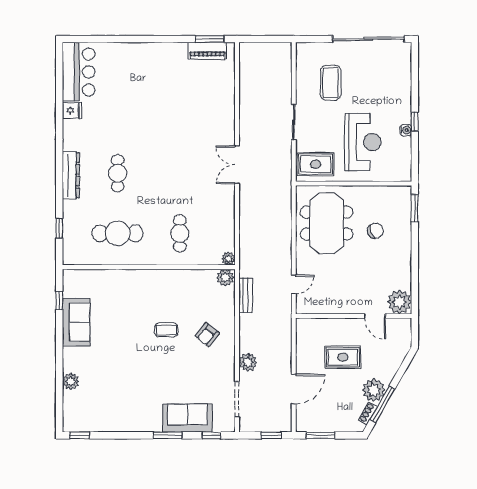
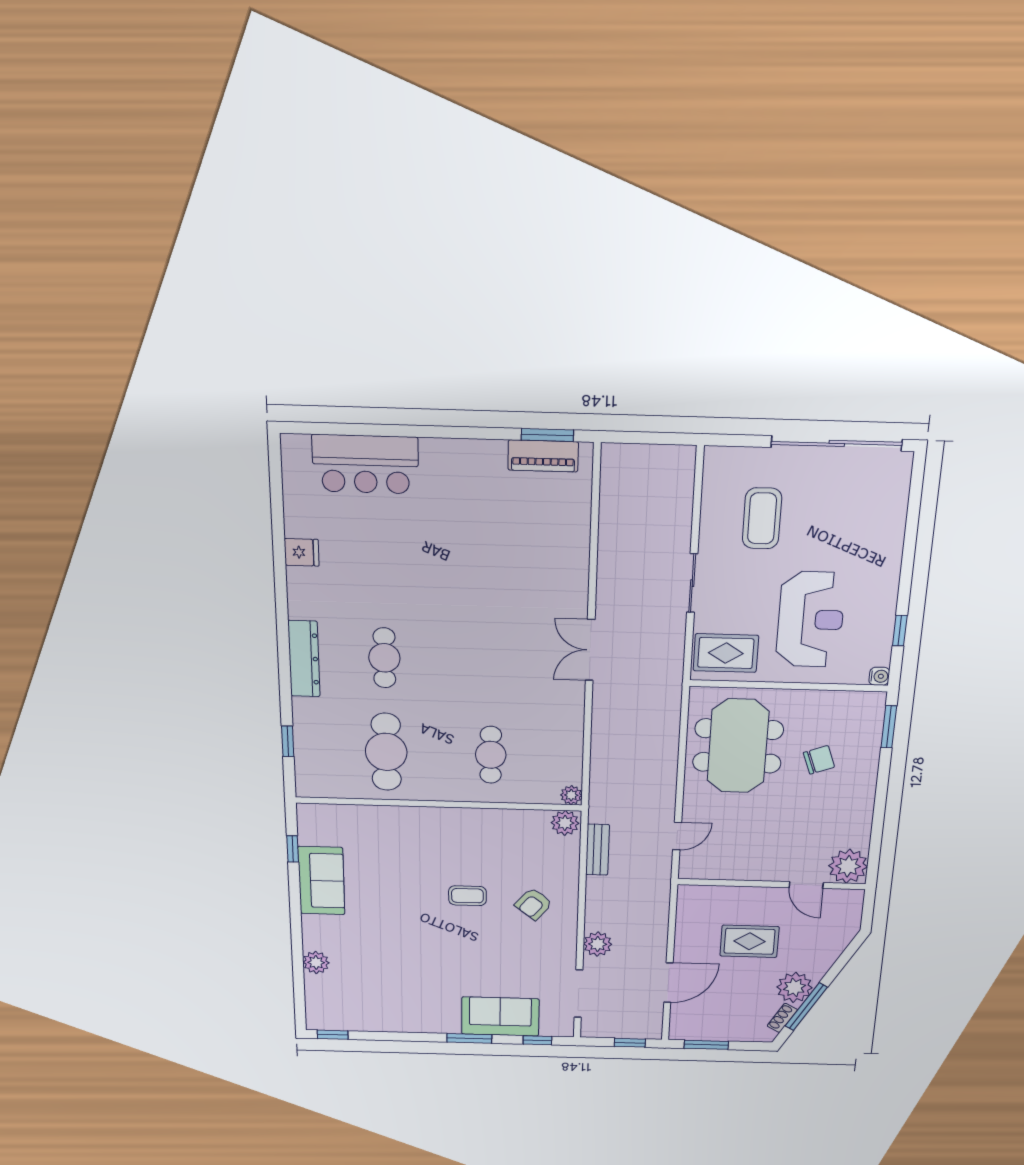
bar counter: (79, 72) -> (365, 464), moved, turned 90
window: (415, 122) -> (900, 631), moved
water cooler: (406, 130) -> (879, 676), moved
cafe table: (118, 233) -> (386, 752), turned 90

